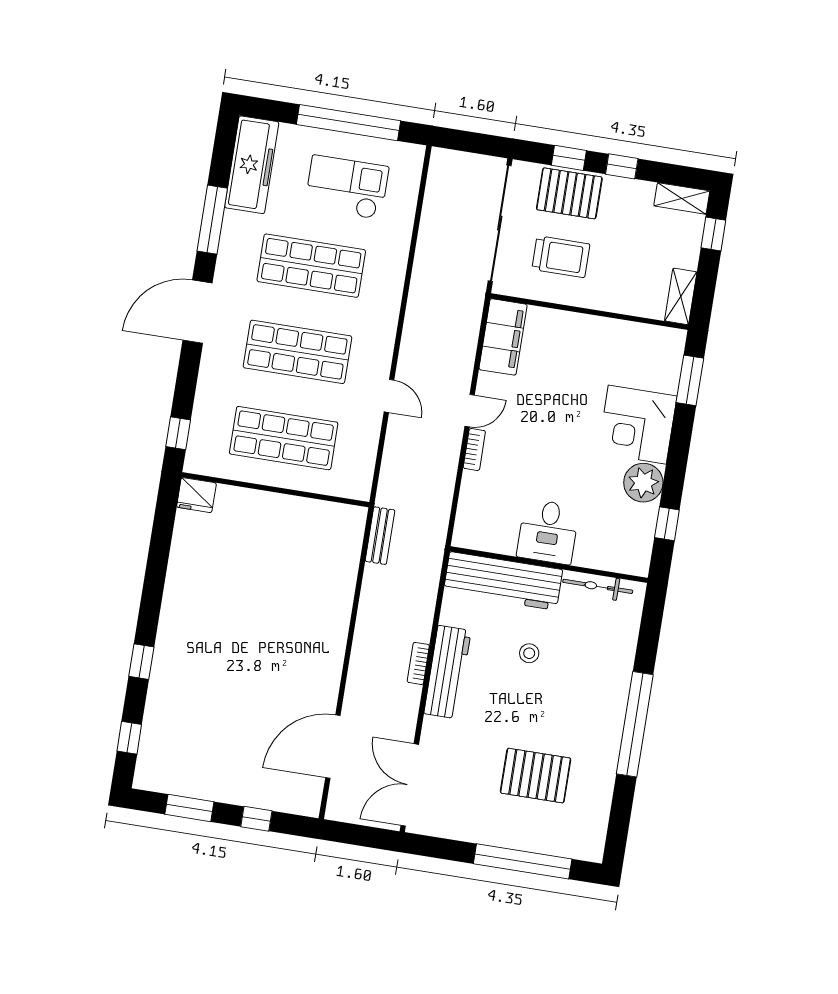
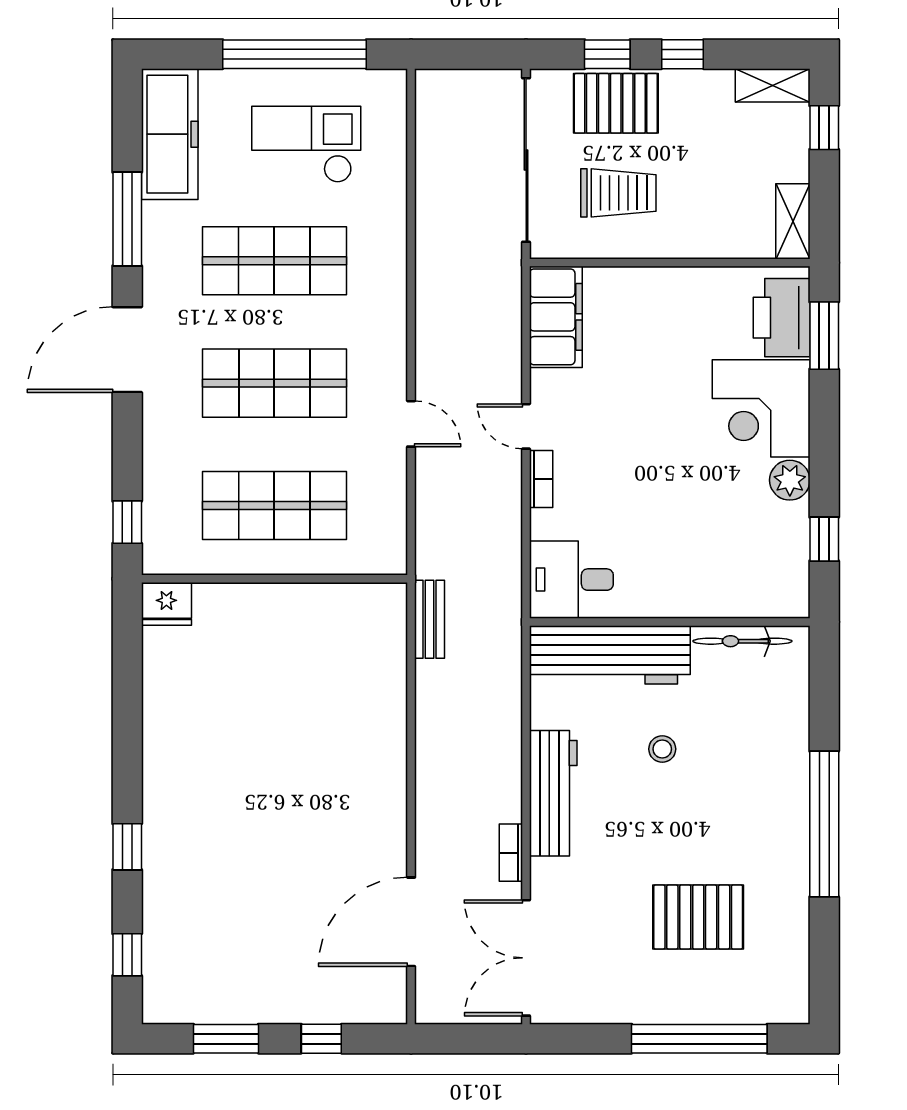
printer: (662, 363) -> (782, 318), added
door: (470, 411) -> (526, 426), swing flipped
plant: (643, 483) -> (790, 480), width x0.73, depth x0.73
desk: (548, 532) -> (571, 580), moved, turned 90
bookcase: (418, 663) -> (511, 853), moved

